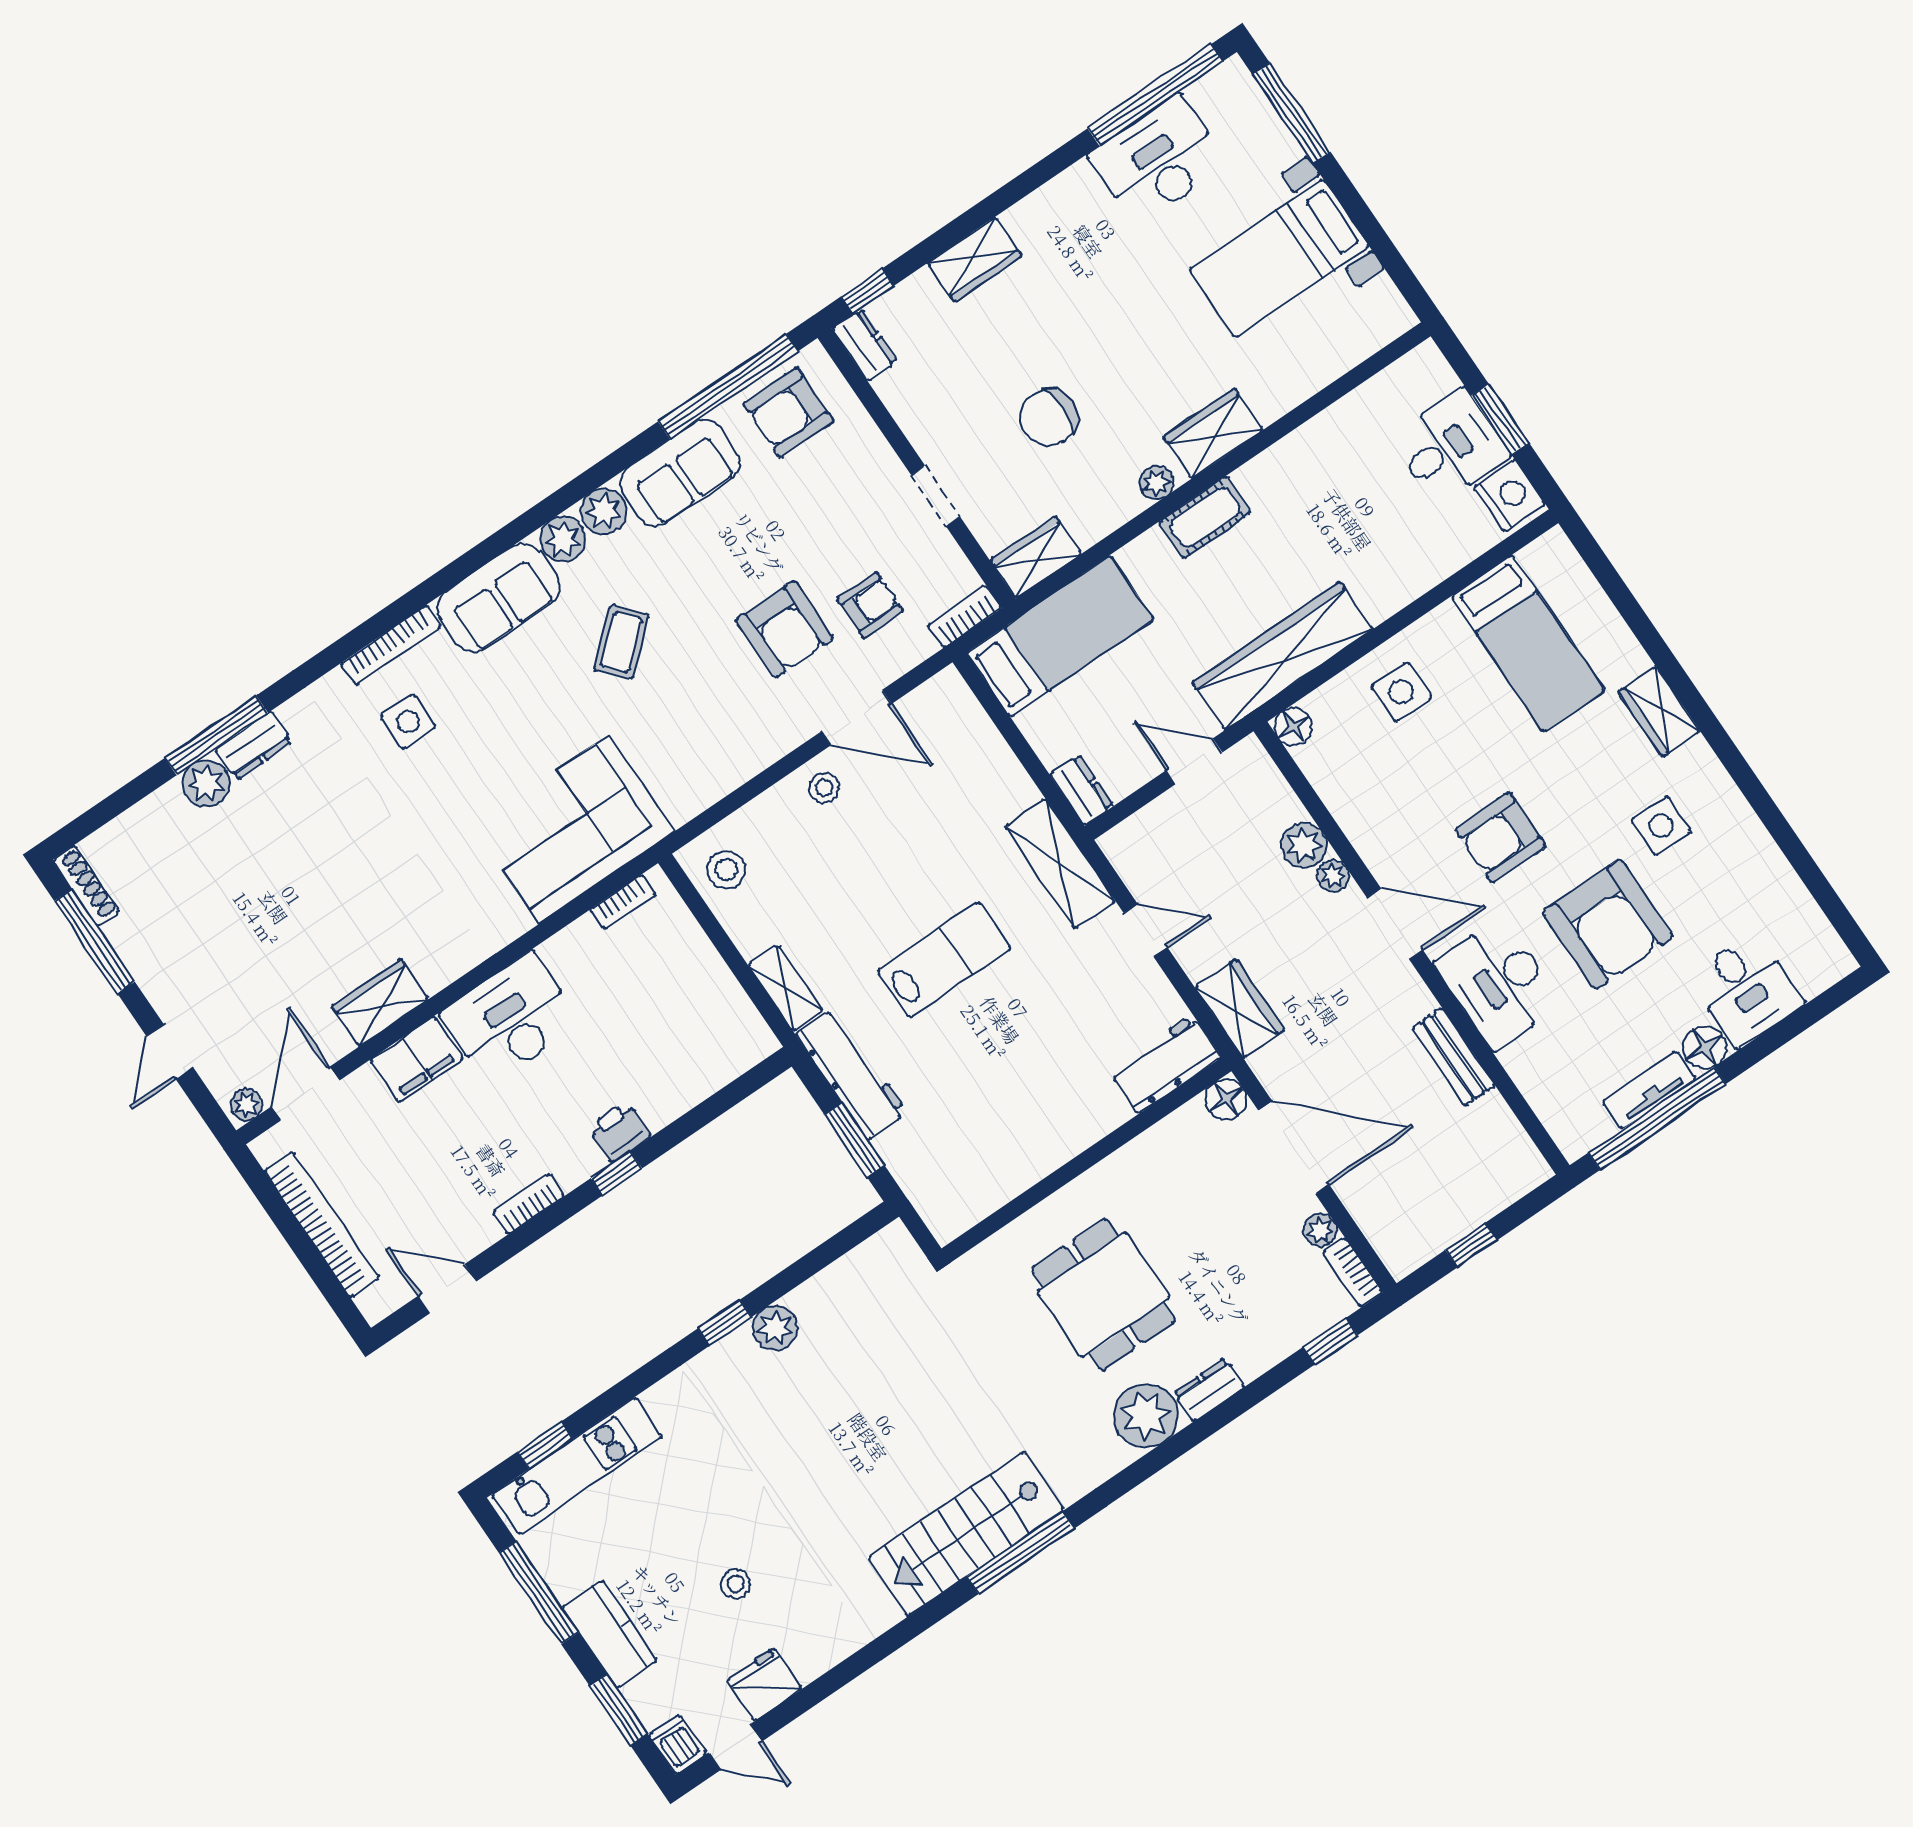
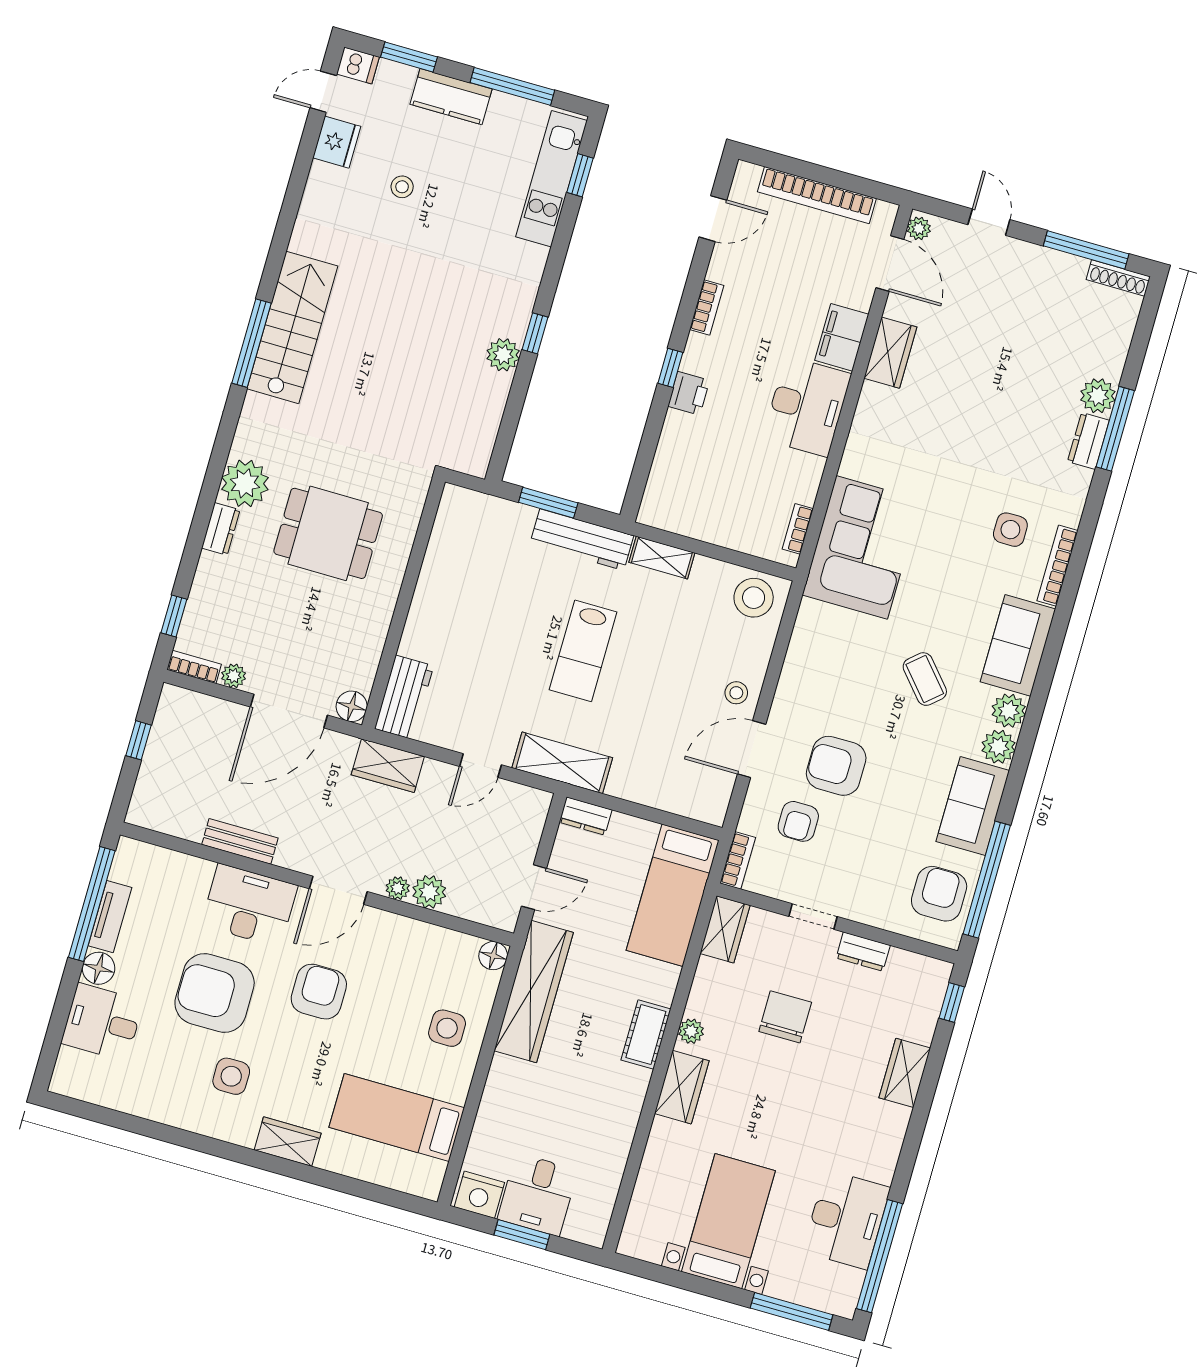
dresser: (865, 345) -> (863, 952), moved
stool: (726, 870) -> (754, 598), width x1.38, depth x1.38

